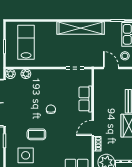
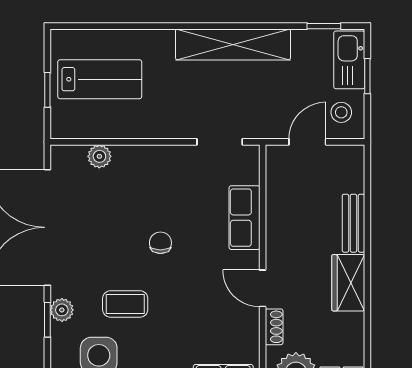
lab bench: (26, 42) -> (100, 79), turned 90
door: (111, 68) -> (307, 142), hinge flipped
plant: (10, 74) -> (62, 310), moved
door: (93, 128) -> (263, 288), hinge flipped

